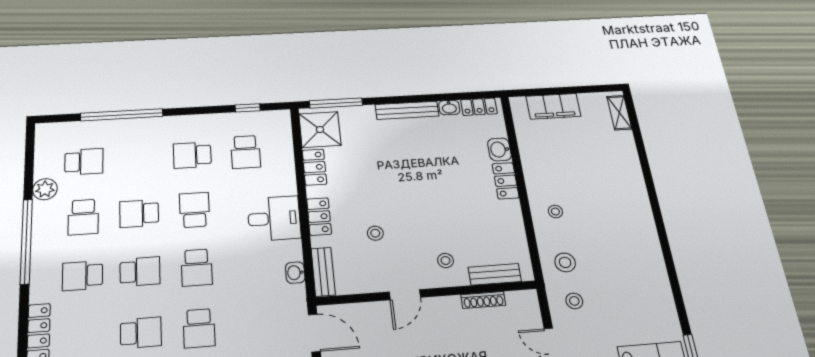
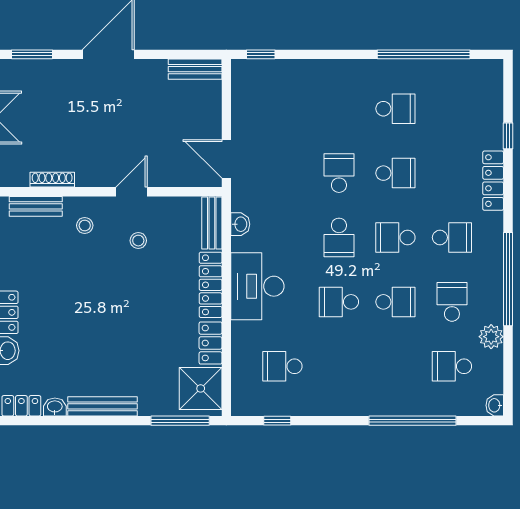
washbasin: (43, 132) -> (495, 405), added
school desk: (246, 152) -> (282, 366), turned -90
school desk: (192, 155) -> (339, 366), removed
school desk: (194, 210) -> (339, 302), turned 90
locker: (319, 217) -> (211, 285), width x1.53
desk: (274, 218) -> (257, 286), width x1.37
stool: (375, 233) -> (138, 241), moved
school desk: (197, 267) -> (339, 237), turned 180
school desk: (141, 333) -> (395, 173), turned 180

